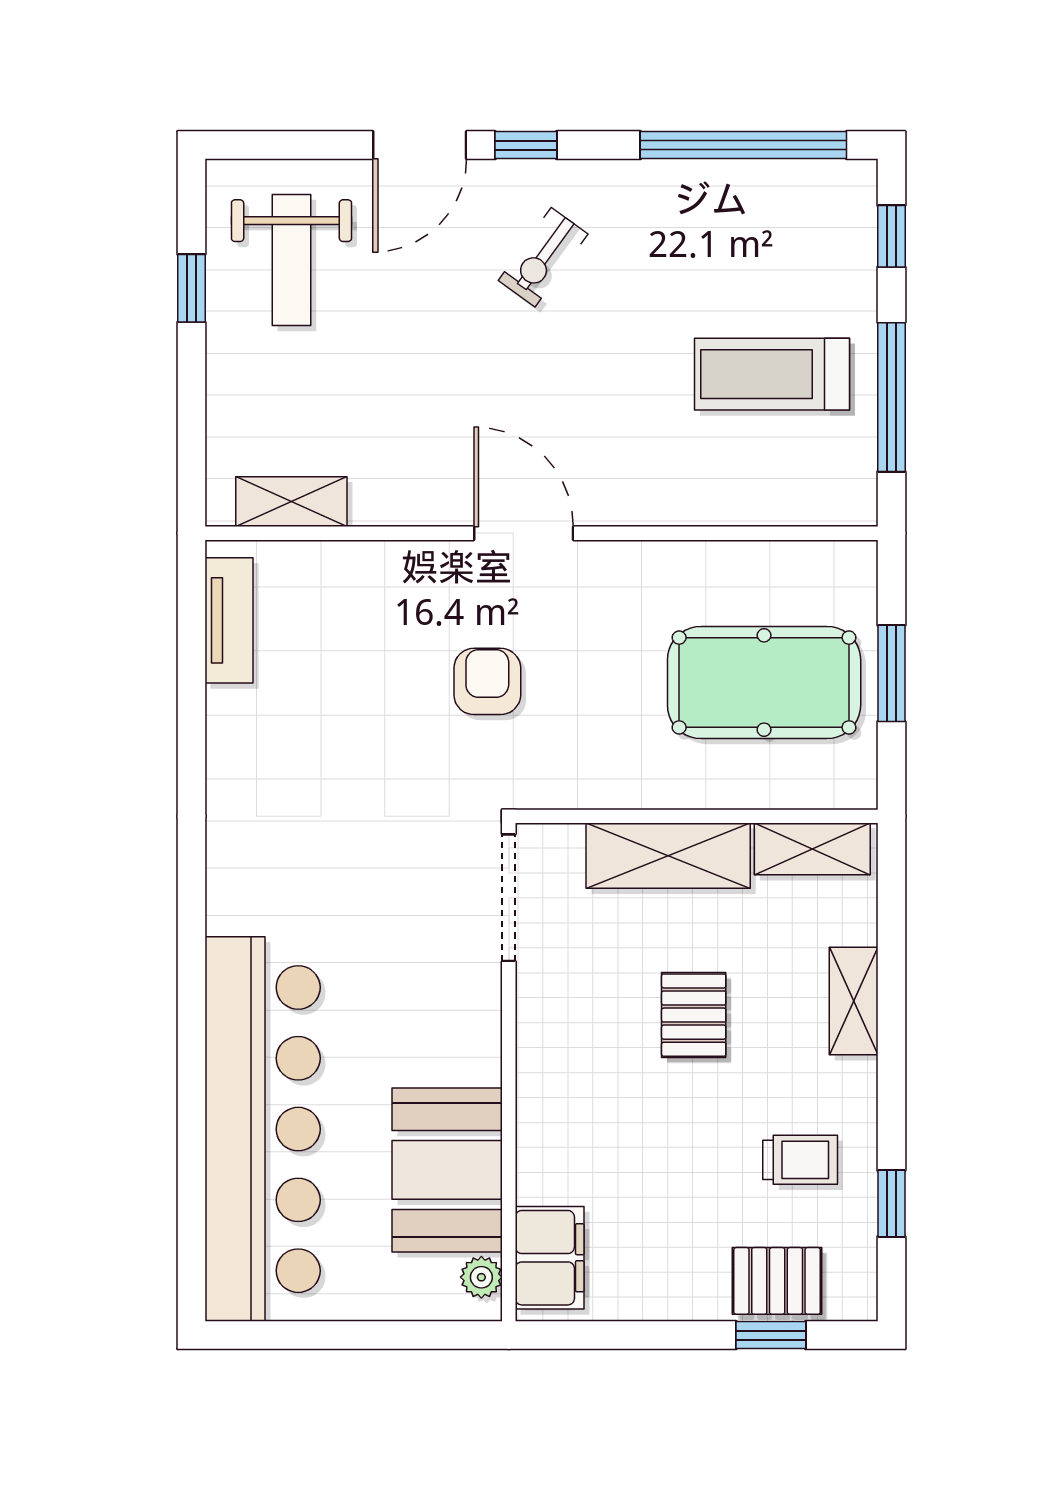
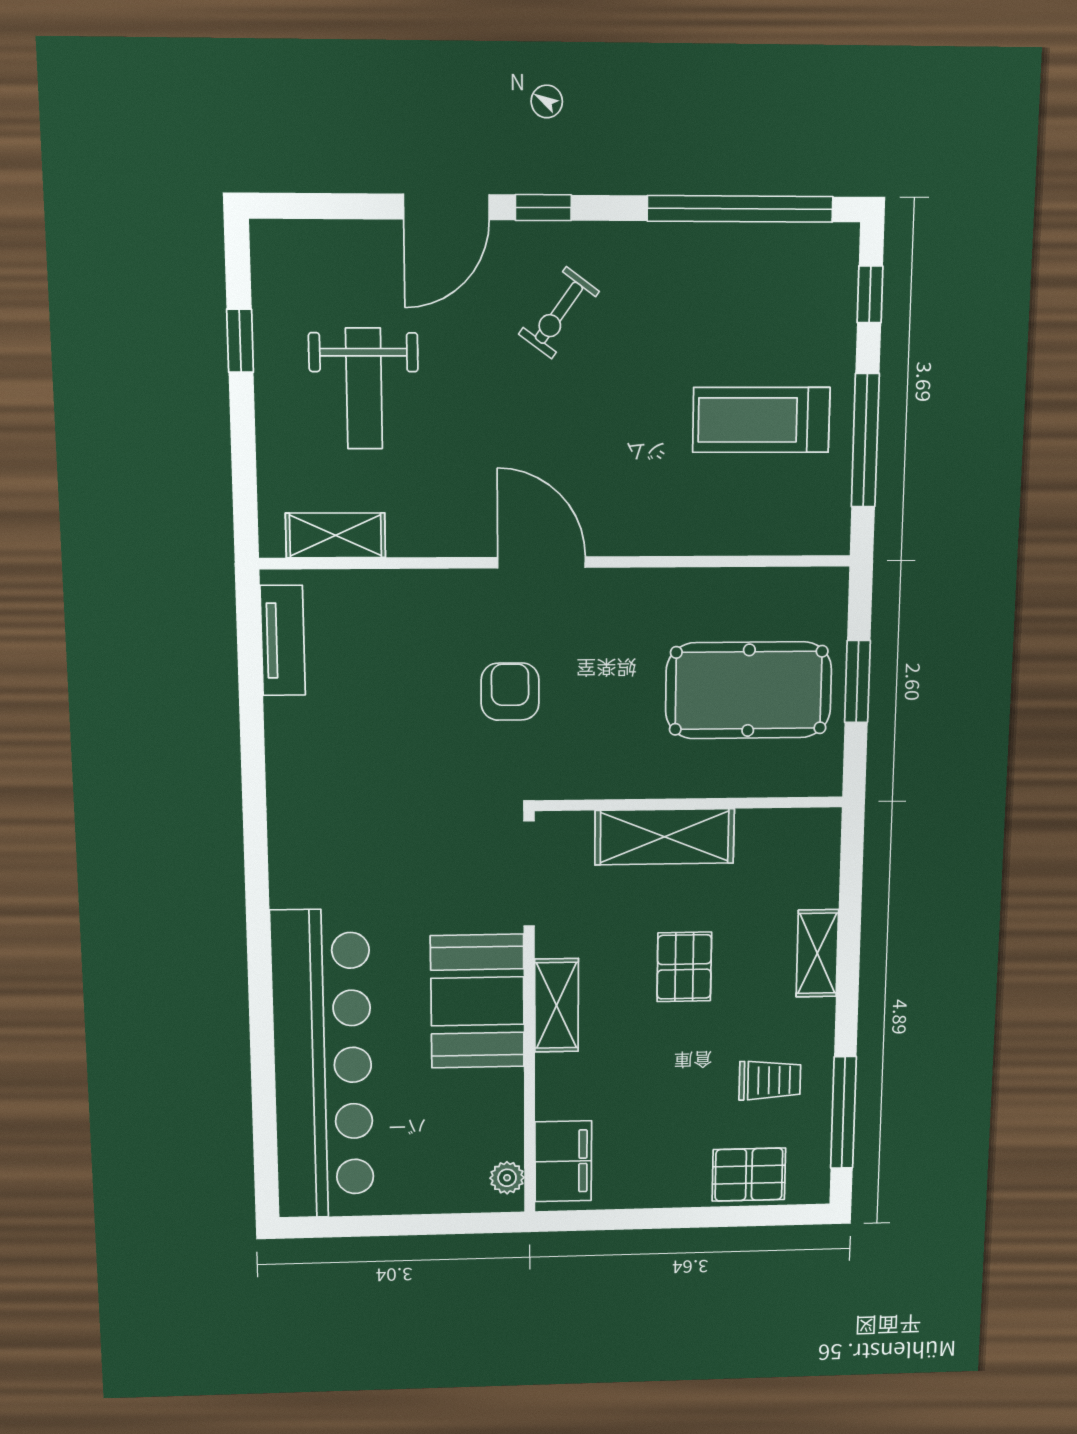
weight bench: (291, 260) -> (364, 389), moved
shelving: (812, 849) -> (557, 1005), moved, turned 90
booth: (447, 1170) -> (478, 1001), moved
window: (891, 1204) -> (843, 1113), width x2.17
window: (771, 1335) -> (743, 1216), removed

